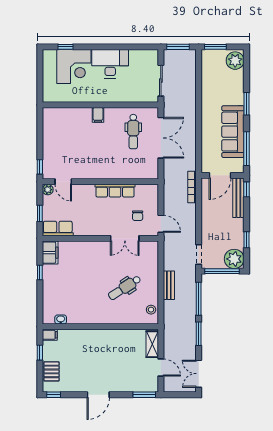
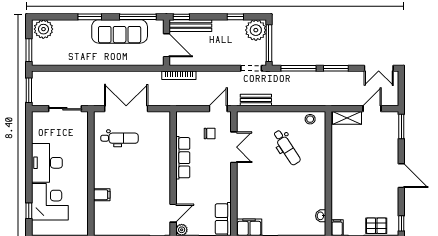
filing cabinet: (98, 115) -> (102, 195), moved
bench: (169, 285) -> (256, 100), moved

